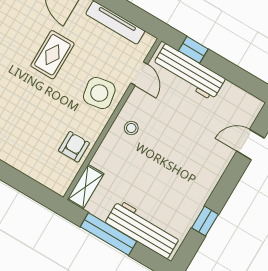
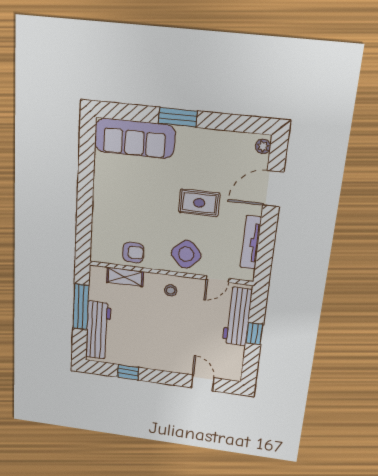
window: (193, 50) -> (254, 334), moved
side table: (99, 93) -> (186, 254), turned -33
shelving: (85, 187) -> (125, 277), moved

